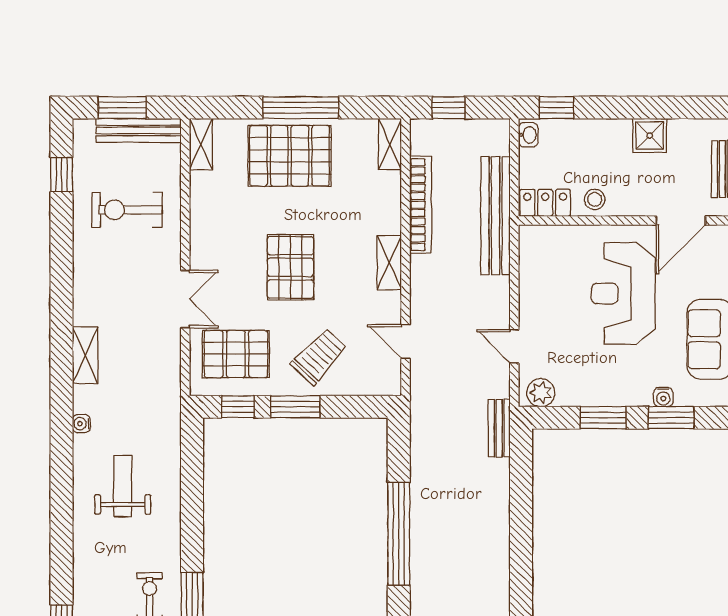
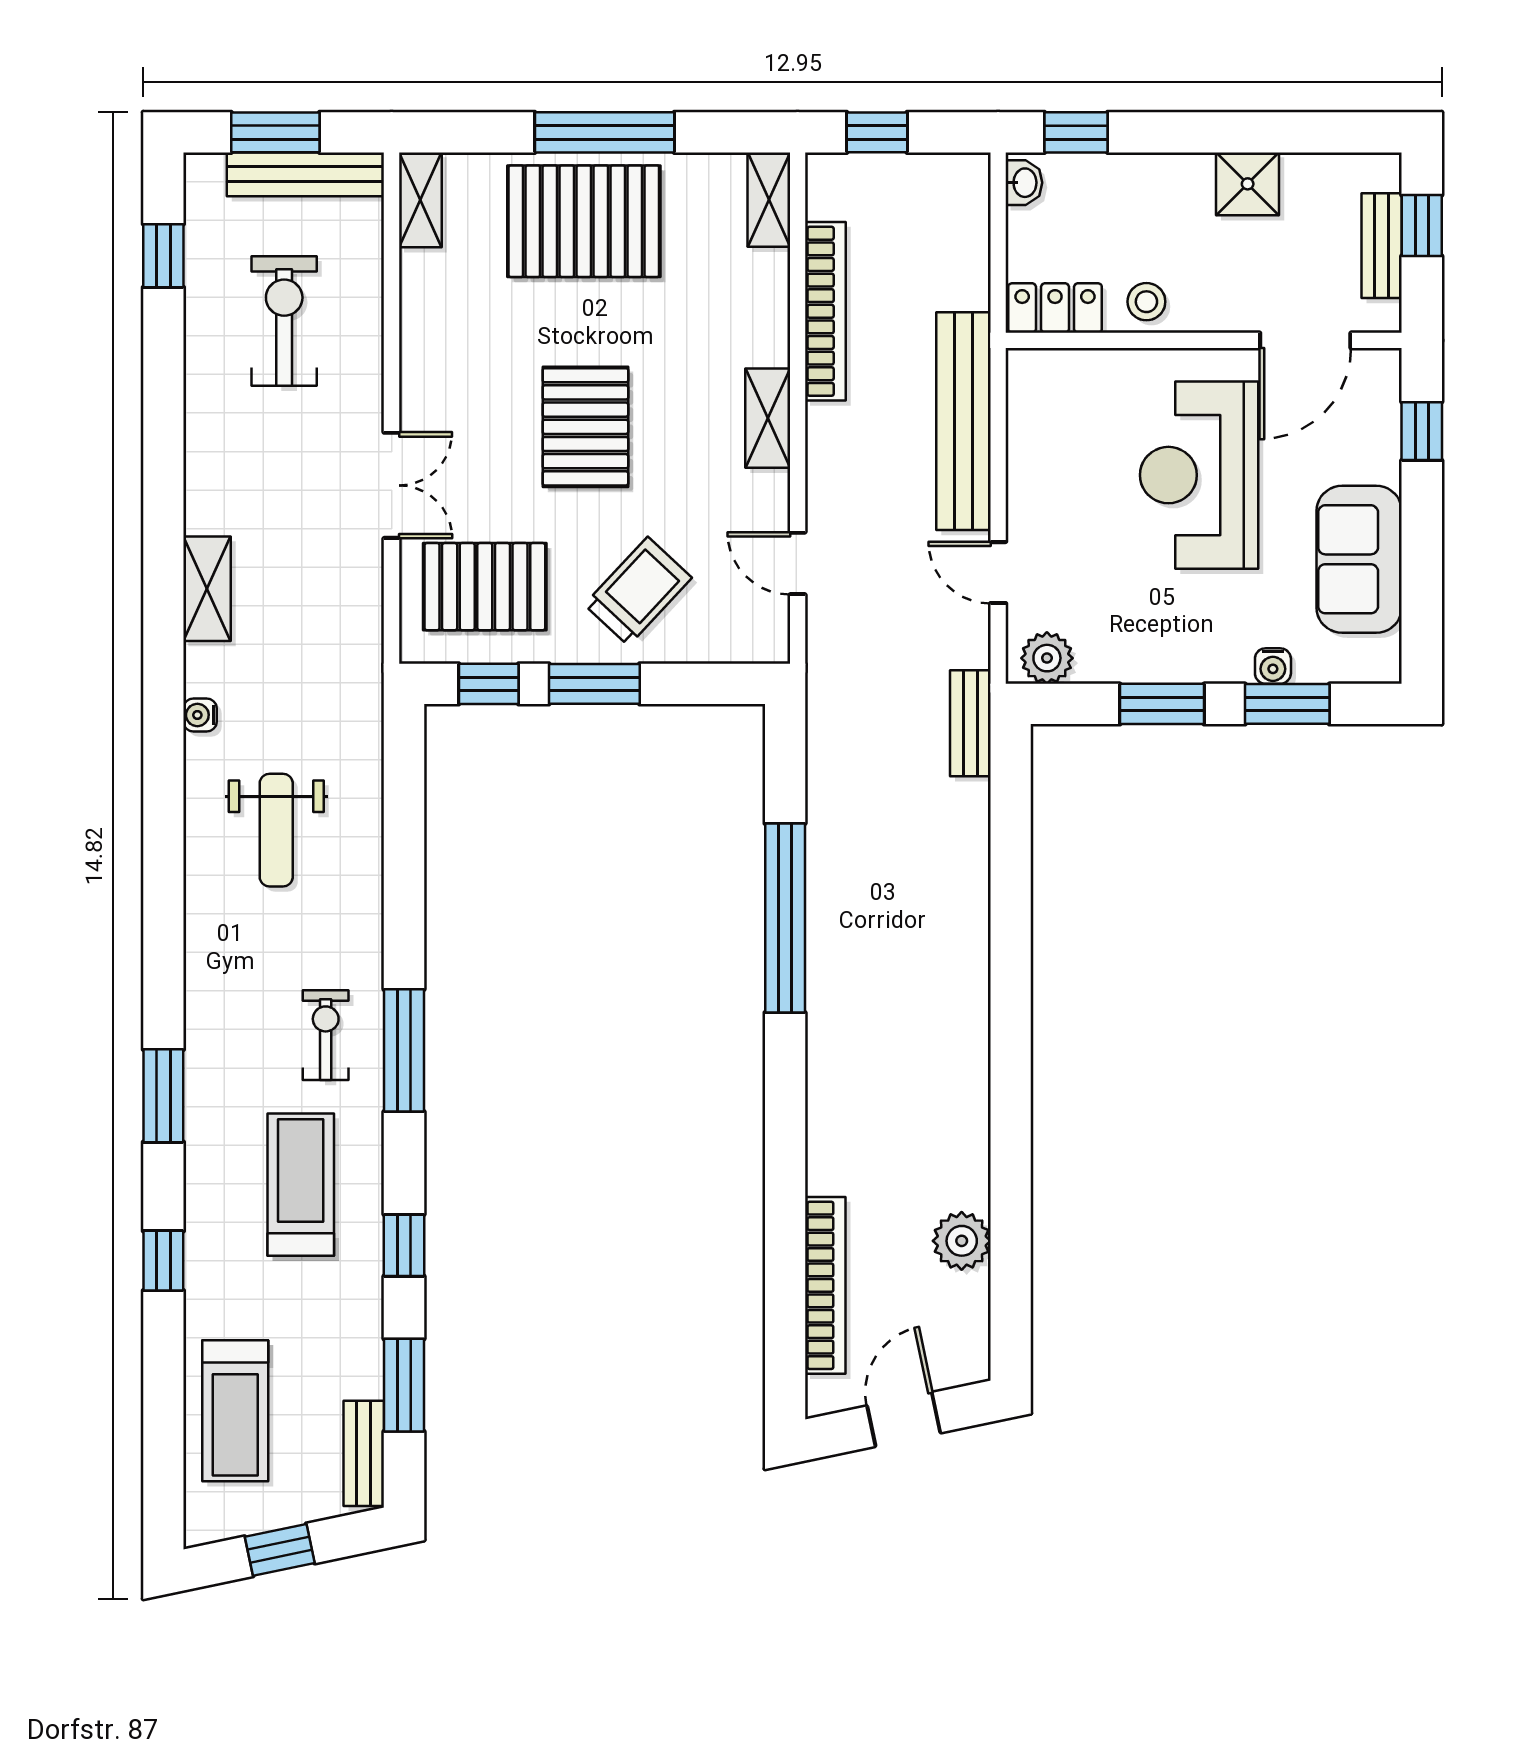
exercise bike: (127, 210) -> (284, 321), turned 90
bench: (496, 216) -> (964, 421), moved
weight bench: (123, 486) -> (276, 830), turned 180

